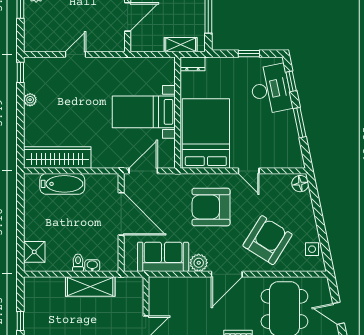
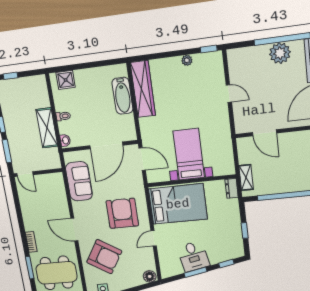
desk: (271, 89) -> (193, 256), moved, width x0.73
plant: (199, 263) -> (79, 208), removed
washbasin: (92, 266) -> (65, 140), moved

